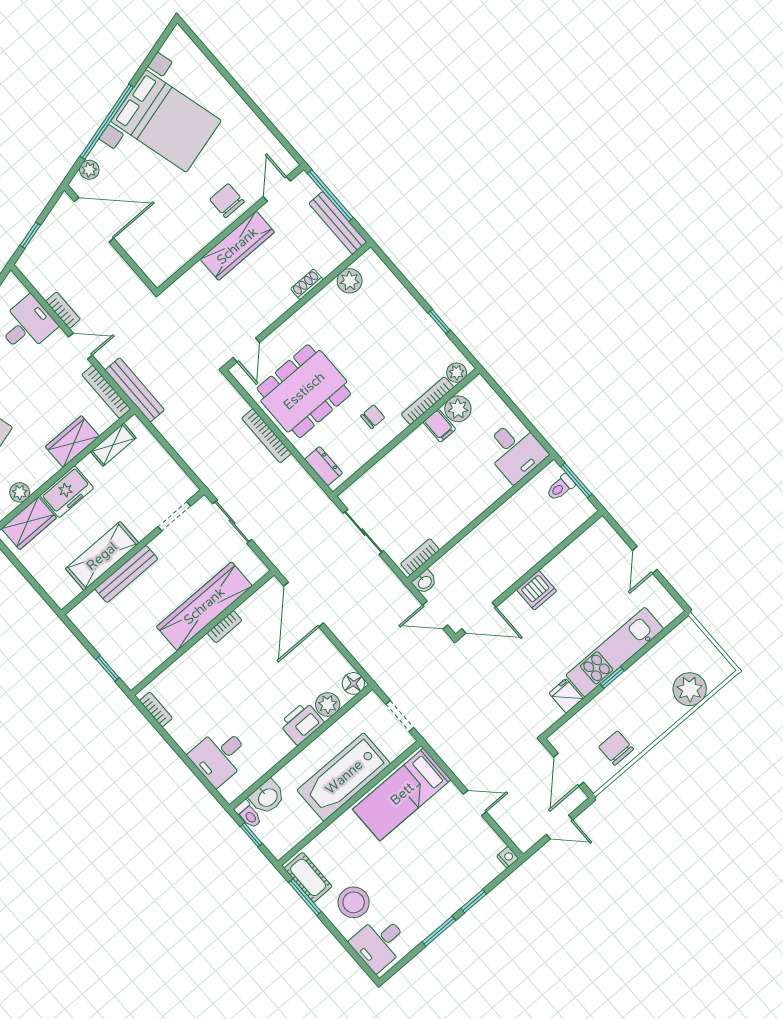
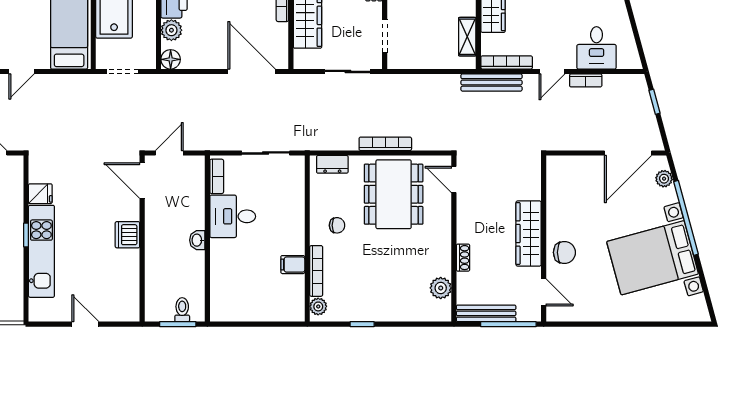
plant: (458, 409) -> (293, 287), removed
chair: (373, 417) -> (337, 225), turned -90
desk: (515, 451) -> (233, 216), moved
washbasin: (425, 582) -> (197, 240), moved
door: (479, 618) -> (142, 181), hinge flipped

